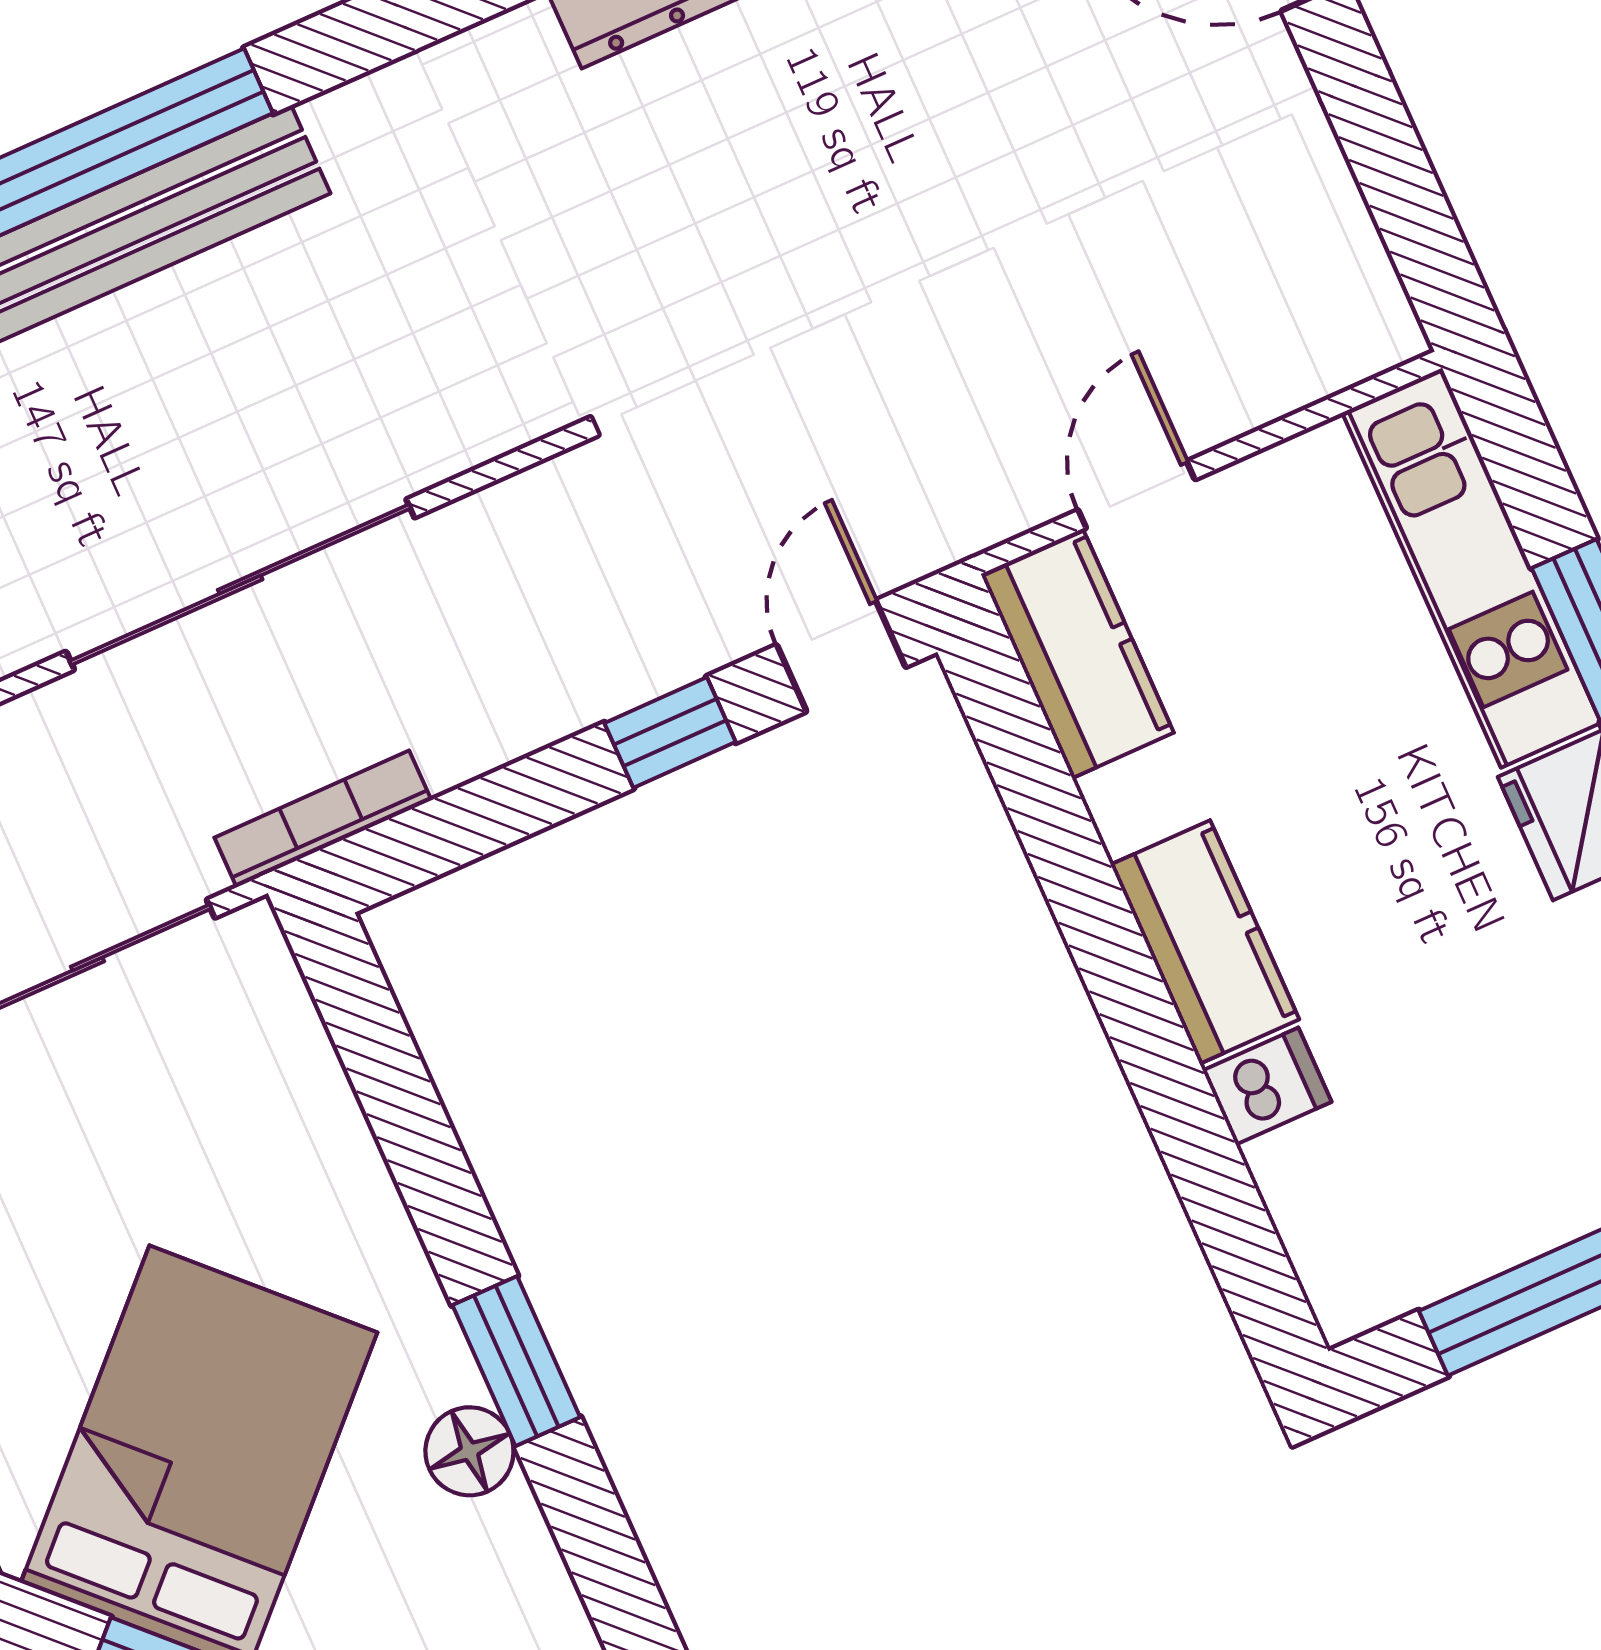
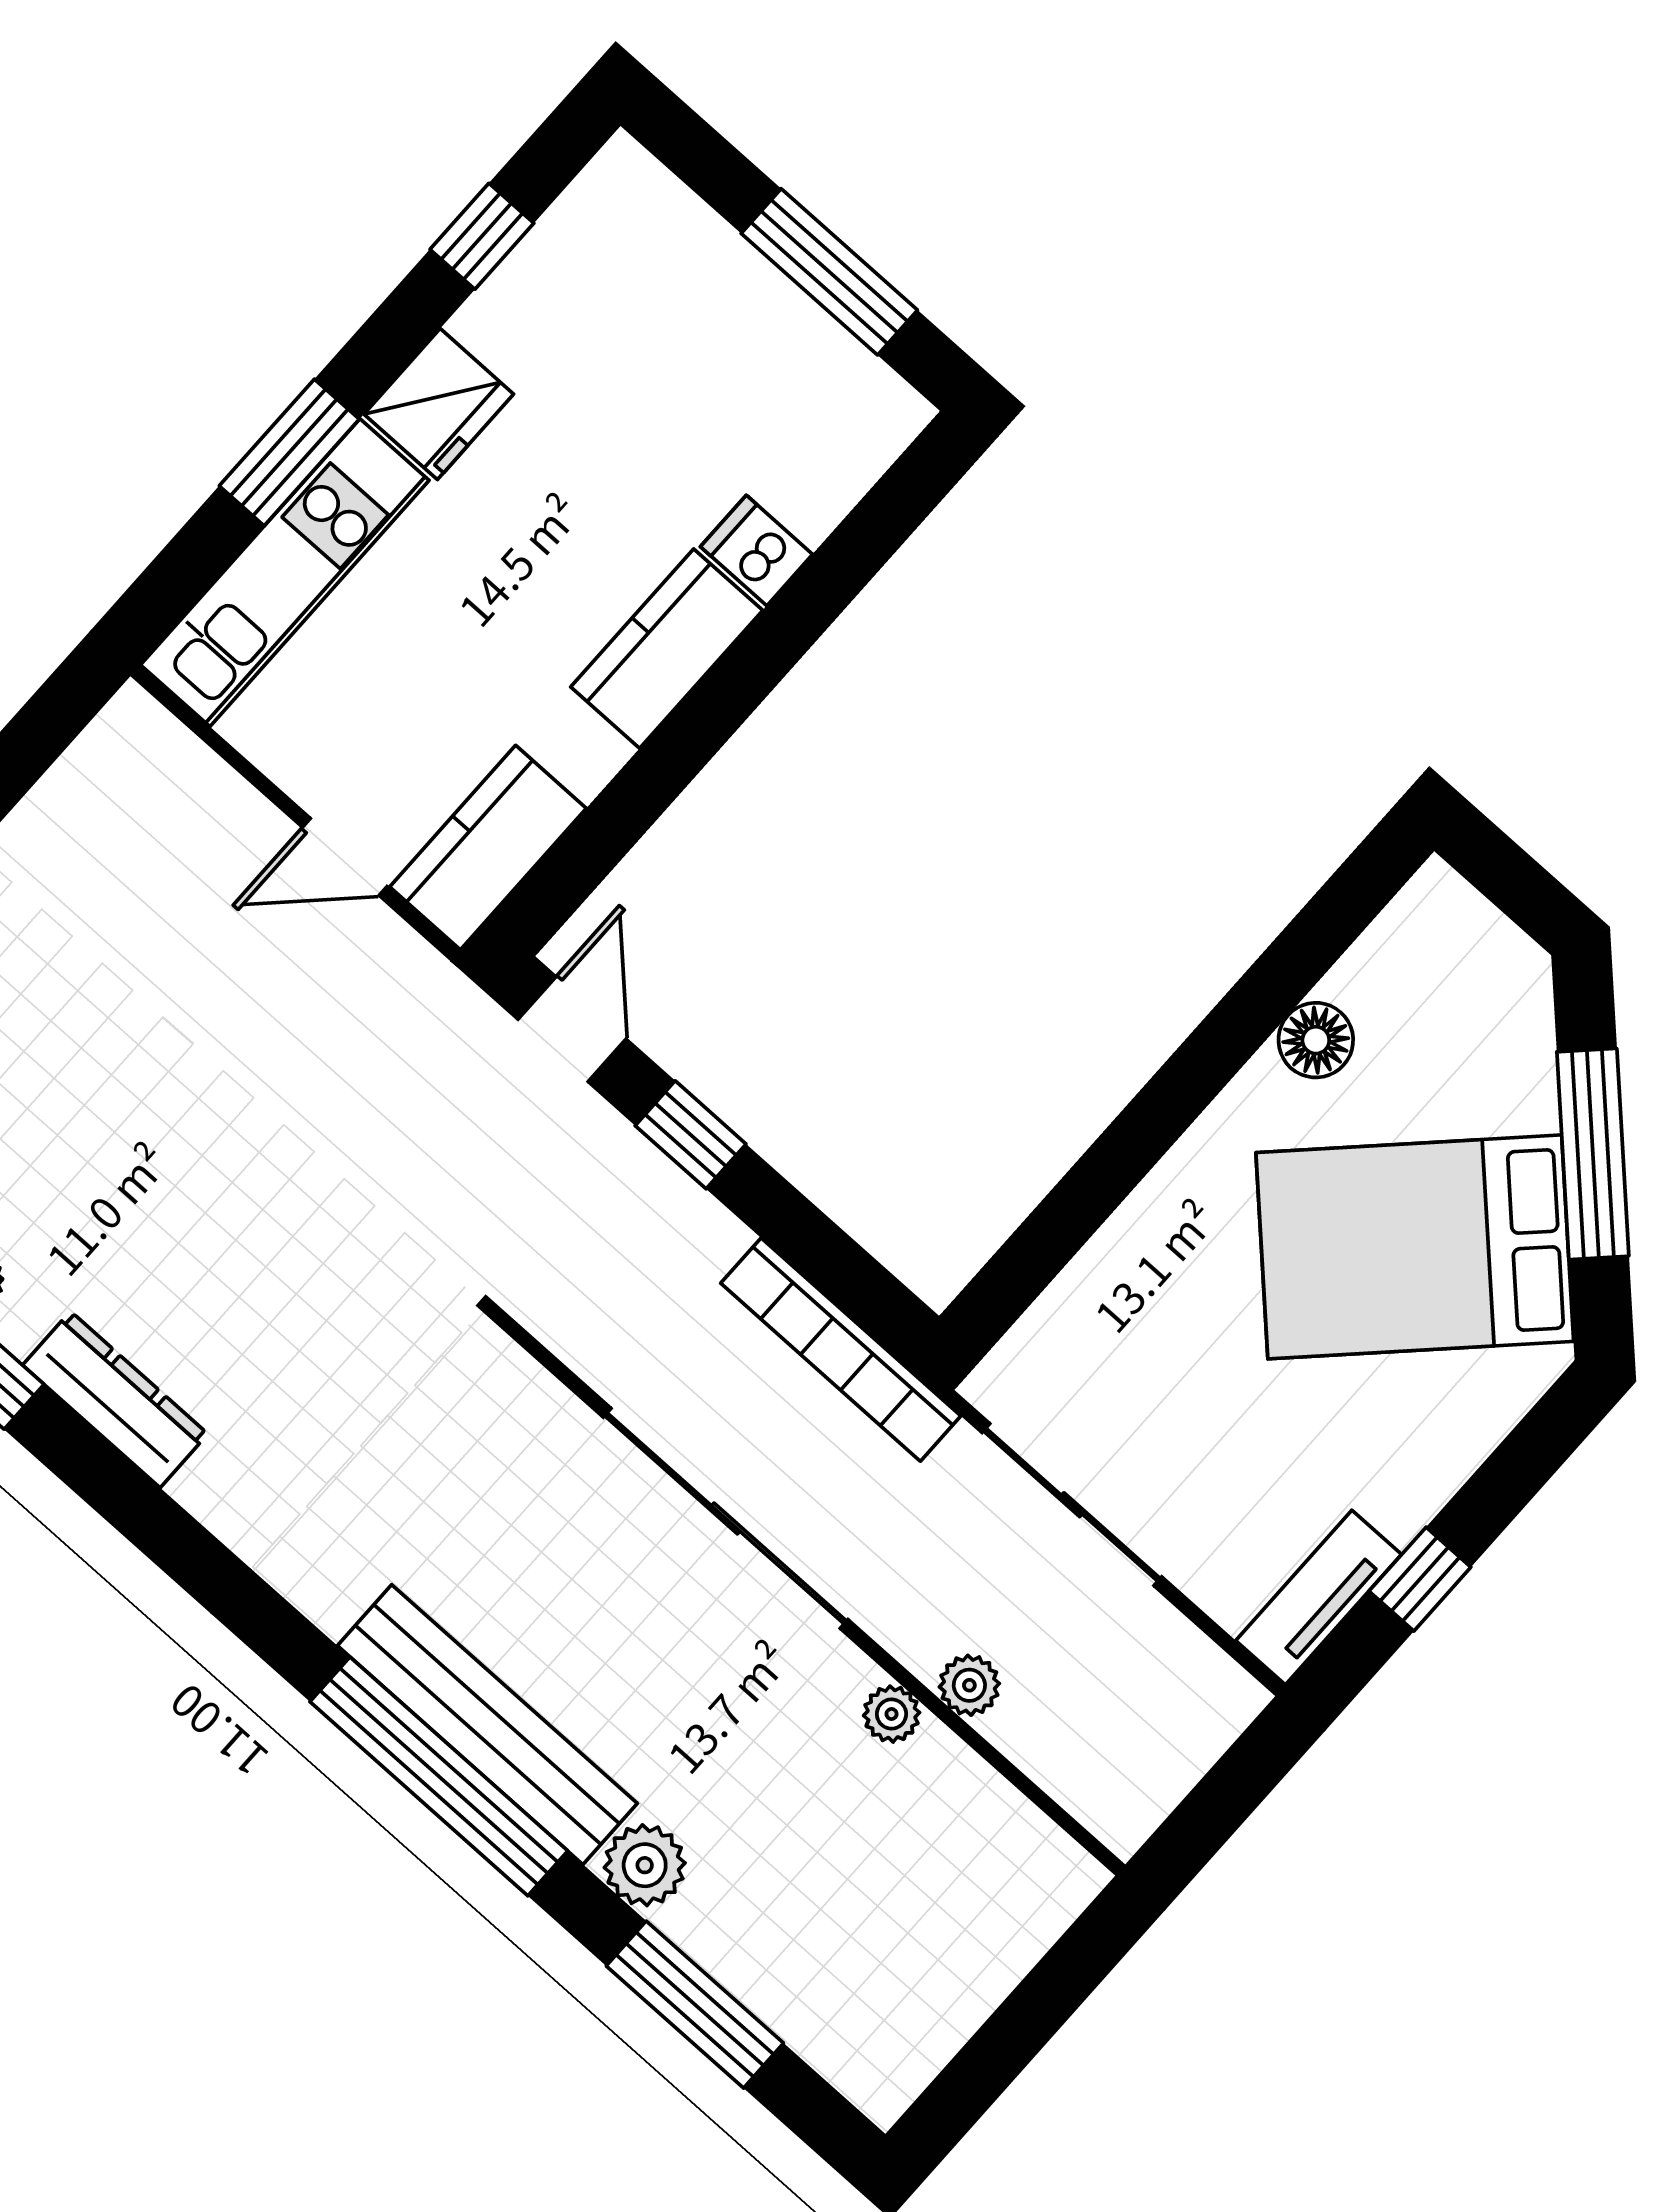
door: (841, 656) -> (572, 1029), swing flipped
bookcase: (323, 819) -> (841, 1350), width x1.48, depth x1.31
window: (516, 1361) -> (1230, 1035), removed

